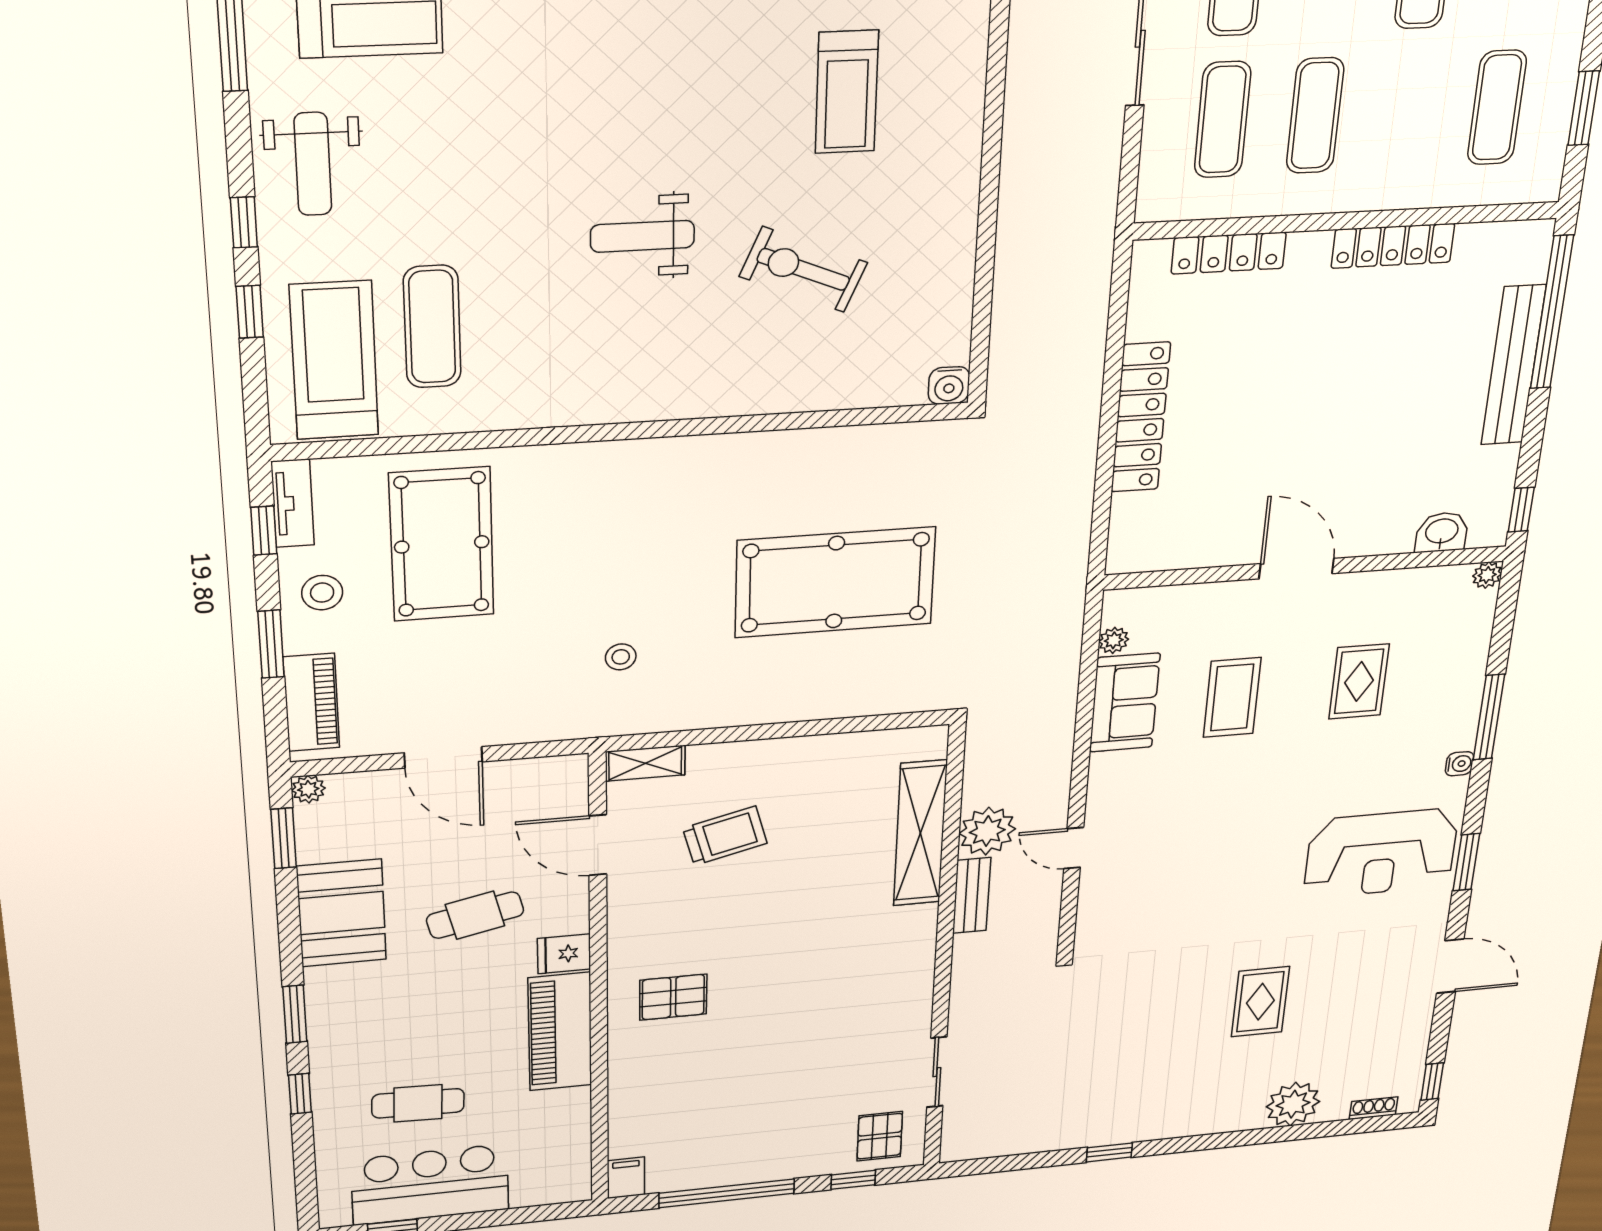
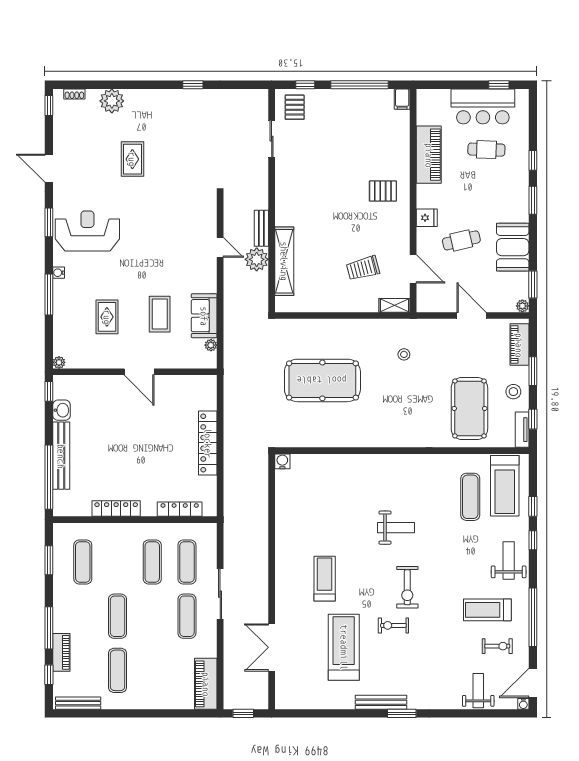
exercise bike: (803, 269) -> (407, 587), moved, turned 67
washbasin: (1442, 532) -> (62, 410), moved, turned -90
piano: (560, 1032) -> (429, 155), moved

